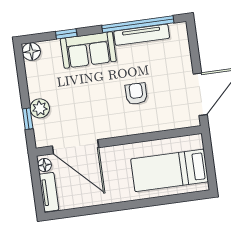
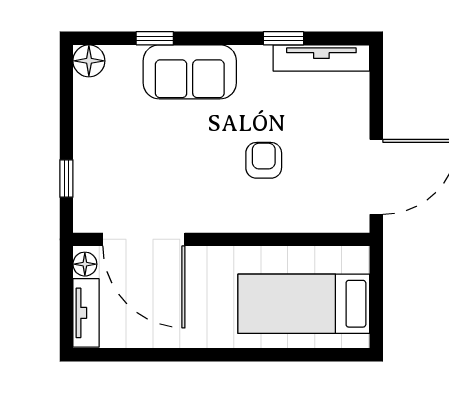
window: (138, 24) -> (283, 38), width x0.32
tv unit: (142, 35) -> (321, 58), moved
plant: (40, 108) -> (90, 163), removed

